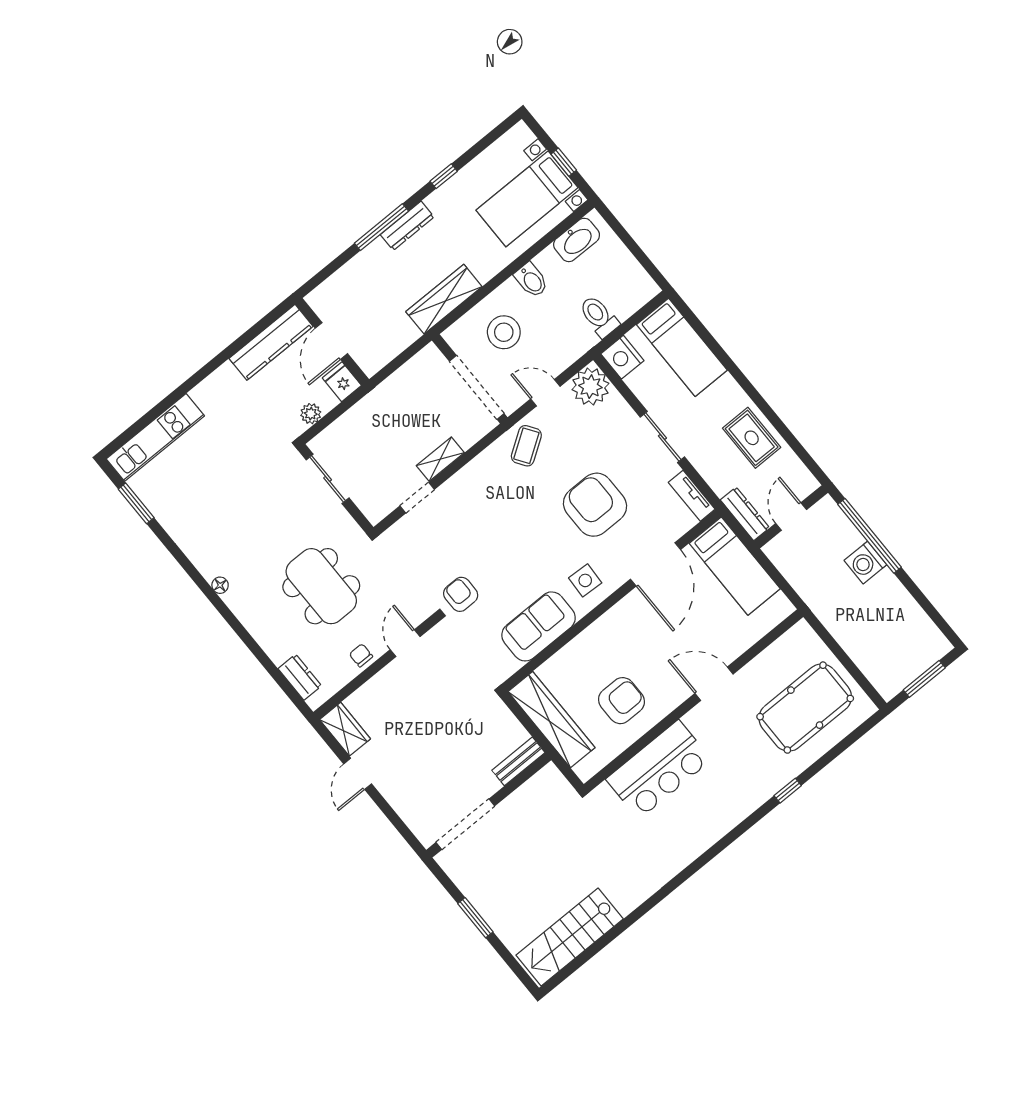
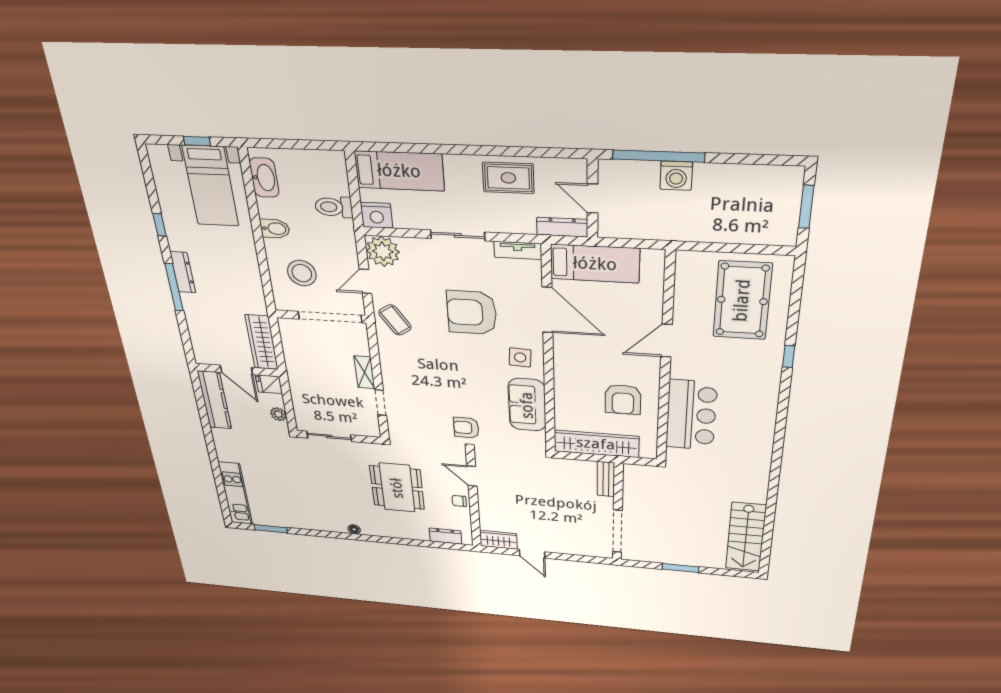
wardrobe: (444, 299) -> (262, 342), moved
dining table: (321, 586) -> (397, 488), turned 90
armchair: (622, 701) -> (623, 399), turned 180

